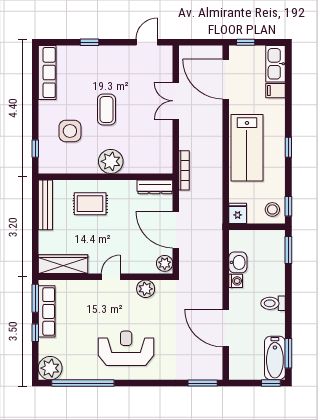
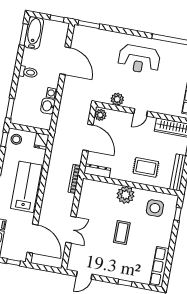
side table: (70, 131) -> (155, 208), moved
window: (271, 383) -> (57, 19), moved

